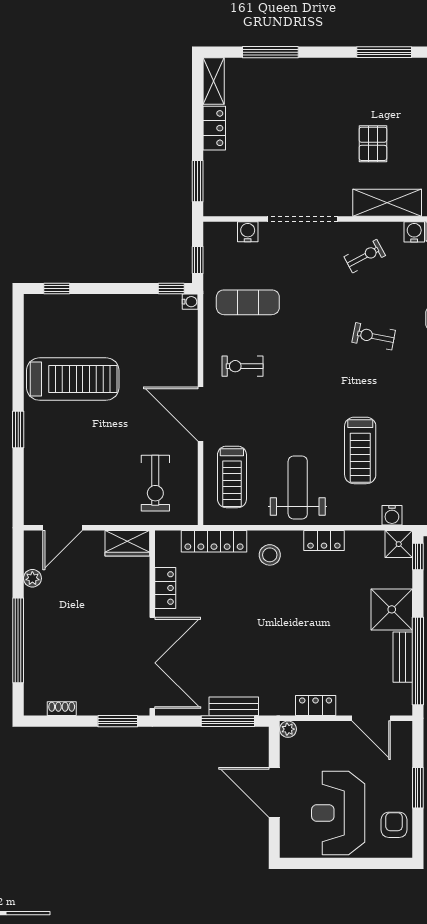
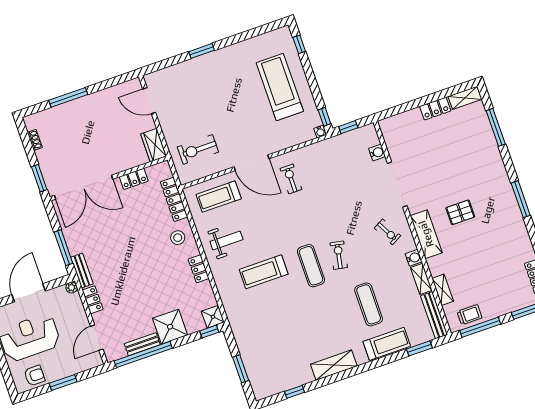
window: (198, 181) -> (398, 110), removed
exercise mat: (248, 302) -> (311, 266), moved
treadmill: (73, 379) -> (280, 87), moved, turned 180
door: (200, 414) -> (252, 163), swing flipped
weight bench: (298, 487) -> (226, 240), width x0.73, depth x0.75
water cooler: (392, 515) -> (230, 306), removed
plant: (32, 578) -> (111, 93), removed
window: (18, 640) -> (68, 97), width x0.68
bench: (234, 706) -> (82, 271), moved

